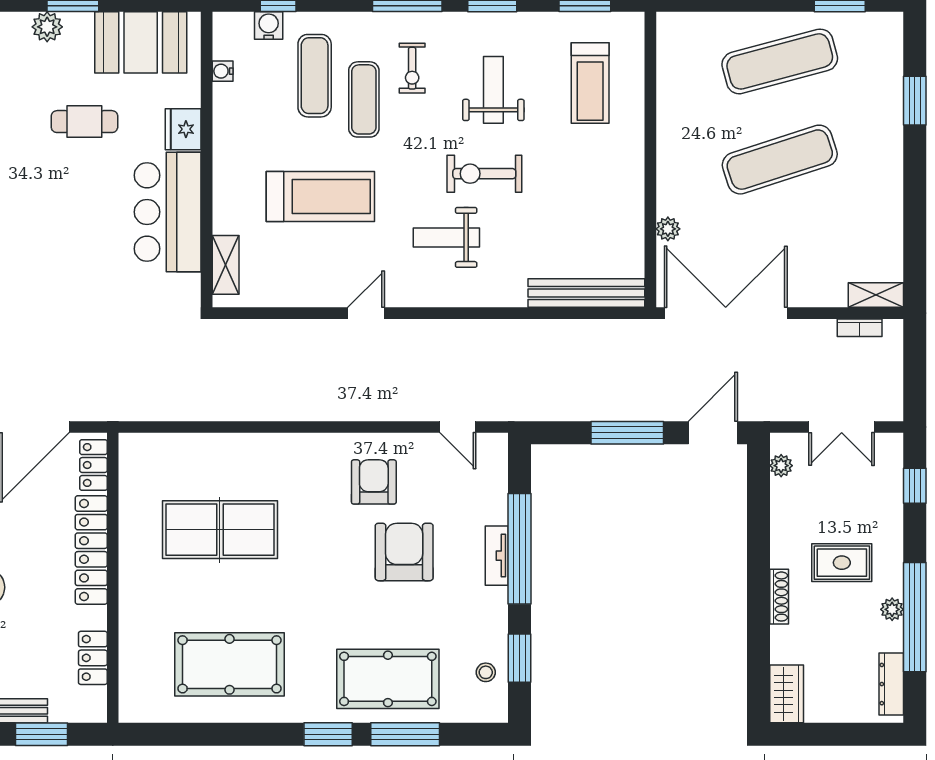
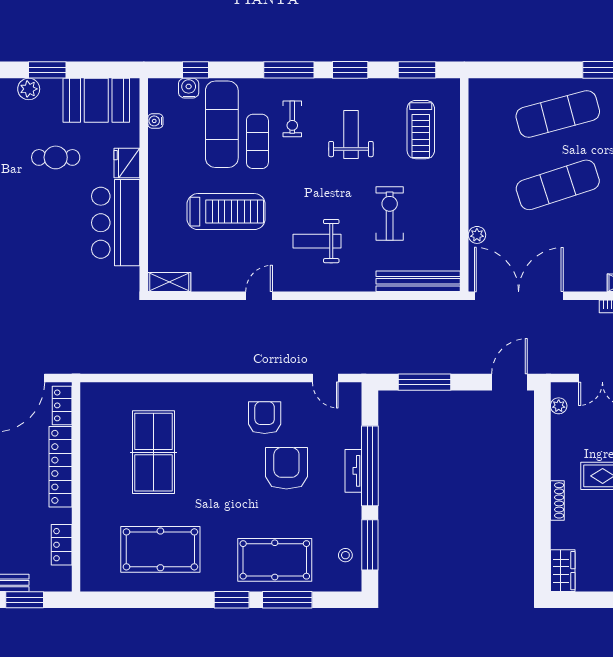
exercise mat: (315, 76) -> (222, 124), width x1.36, depth x1.45
exercise bike: (484, 174) -> (390, 214), moved, turned 90
shelving: (226, 265) -> (169, 282), moved, turned 90
window: (627, 433) -> (424, 382), moved
table tennis table: (220, 530) -> (153, 452), turned 90
window: (519, 658) -> (370, 545), width x1.44

